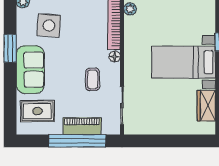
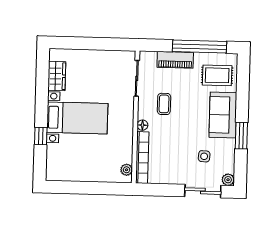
side table: (49, 25) -> (204, 156), width x0.54, depth x0.54
window: (77, 141) -> (200, 47), moved

